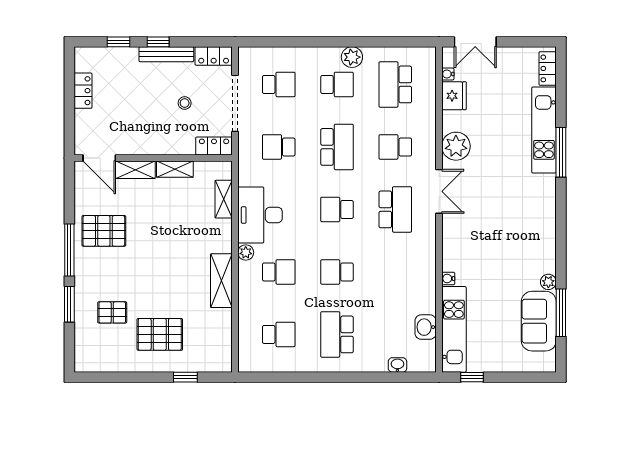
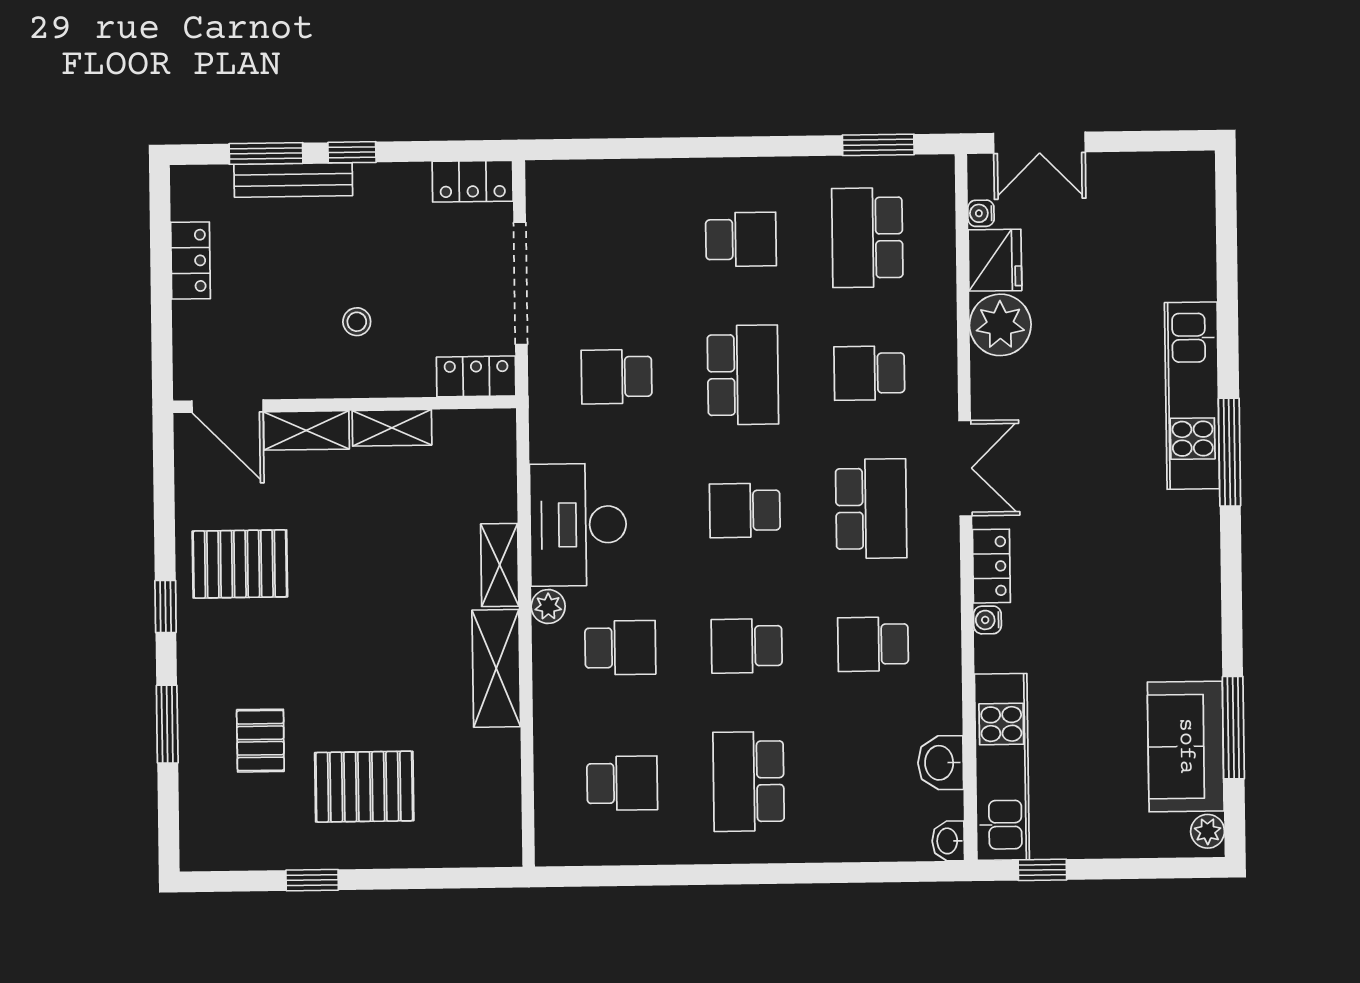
window: (119, 42) -> (266, 153), width x1.50
window: (401, 42) -> (878, 145), added
bench: (166, 54) -> (293, 180), moved
plant: (352, 57) -> (773, 180), removed
locker: (548, 68) -> (991, 566), moved, turned 180
school desk: (279, 84) -> (873, 644), moved, turned 180
stool: (185, 103) -> (357, 322), moved
kitchen unit: (544, 130) -> (1192, 396), moved
plant: (456, 146) -> (1000, 325), moved
window: (561, 152) -> (1229, 452), moved
shelving: (224, 199) -> (500, 565), moved
window: (69, 250) -> (166, 606), width x0.46
water cooler: (448, 279) -> (987, 620), moved
plant: (548, 282) -> (1208, 831), moved
pallet: (112, 312) -> (260, 741), turned 90
washbasin: (397, 365) -> (948, 841), moved, turned -90
window: (185, 377) -> (312, 880), moved

